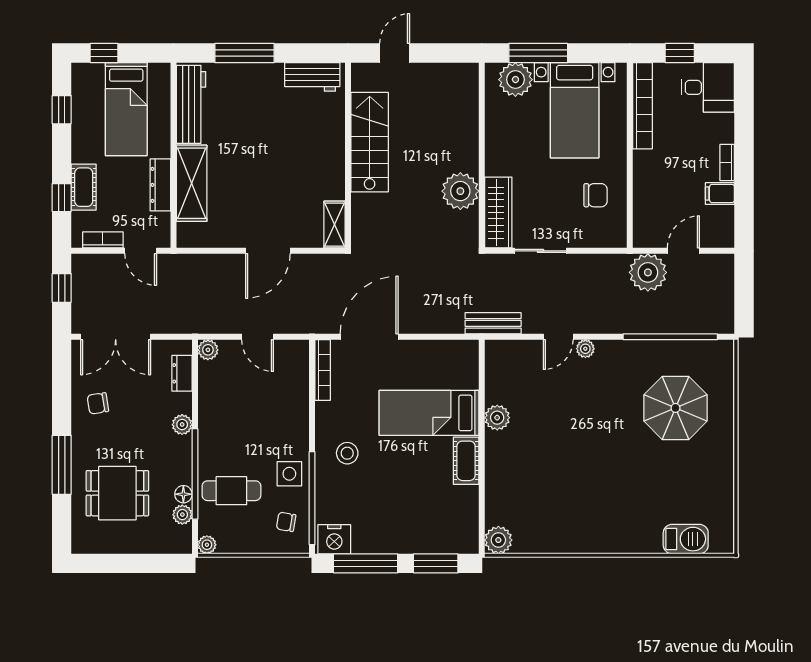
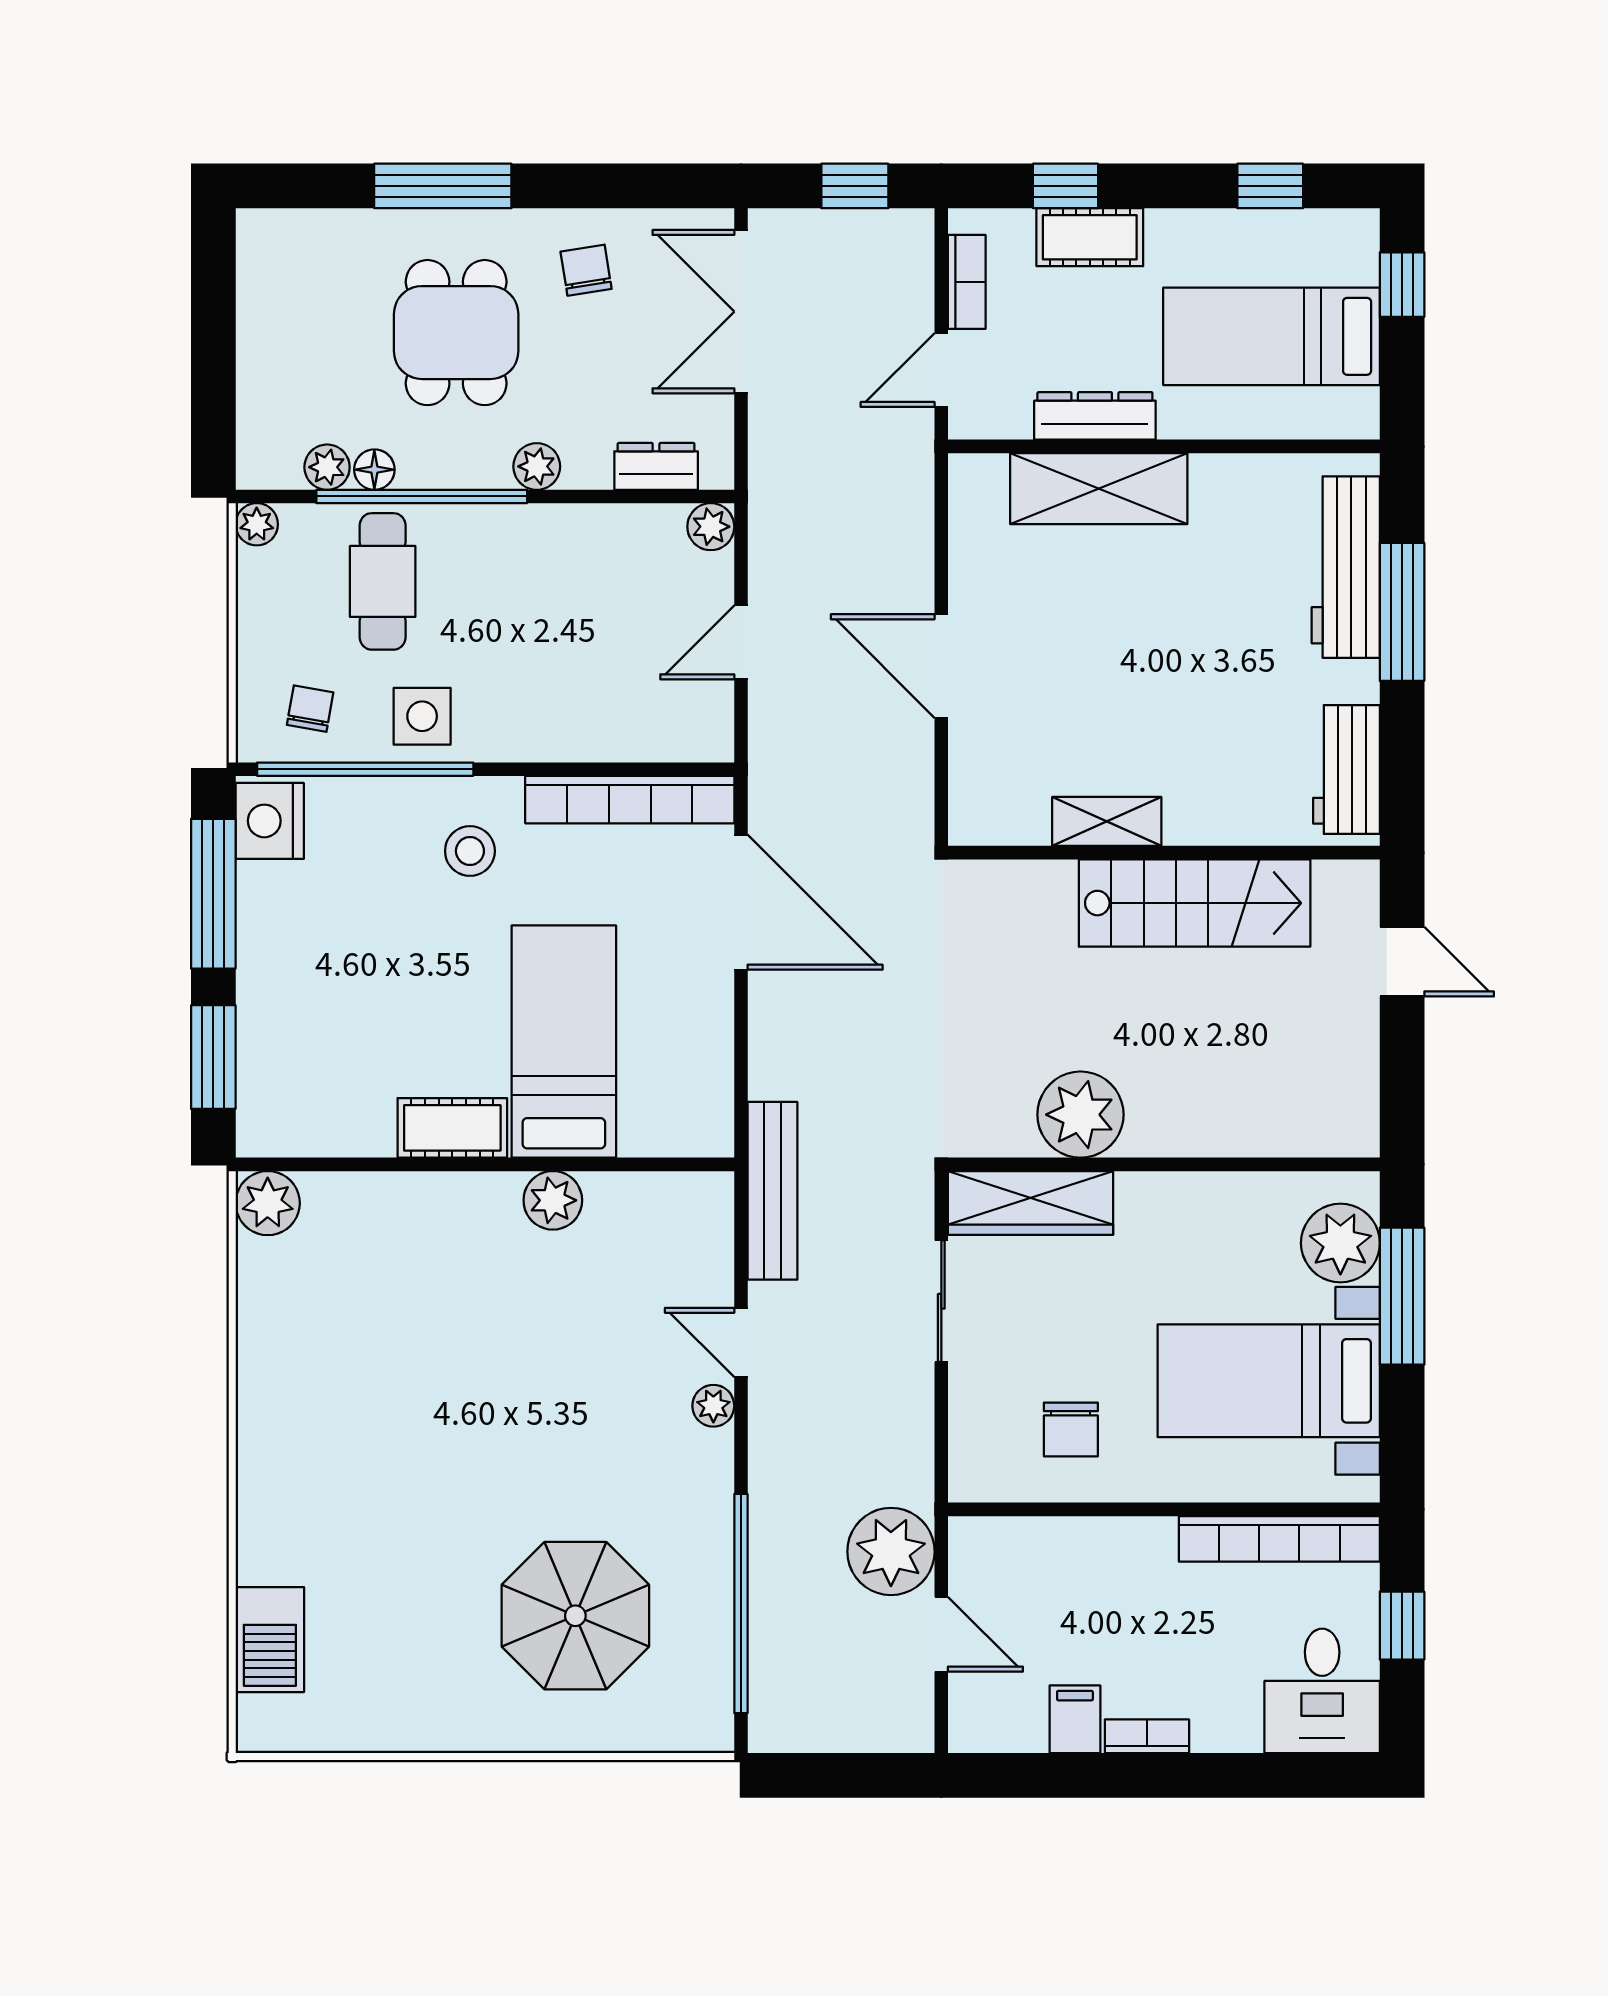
workbench: (191, 104) -> (1346, 567), moved, turned 90
shelving: (335, 225) -> (1107, 821), moved
bench: (493, 323) -> (772, 1191), width x1.36
bookcase: (323, 370) -> (630, 800), width x1.48, depth x1.31
dining table: (117, 493) -> (456, 333), moved

